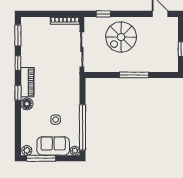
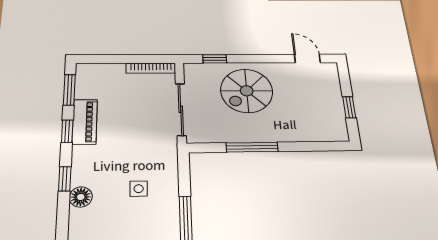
window: (134, 75) -> (252, 147), moved
piano: (27, 82) -> (85, 122), moved
side table: (56, 120) -> (139, 189), moved

